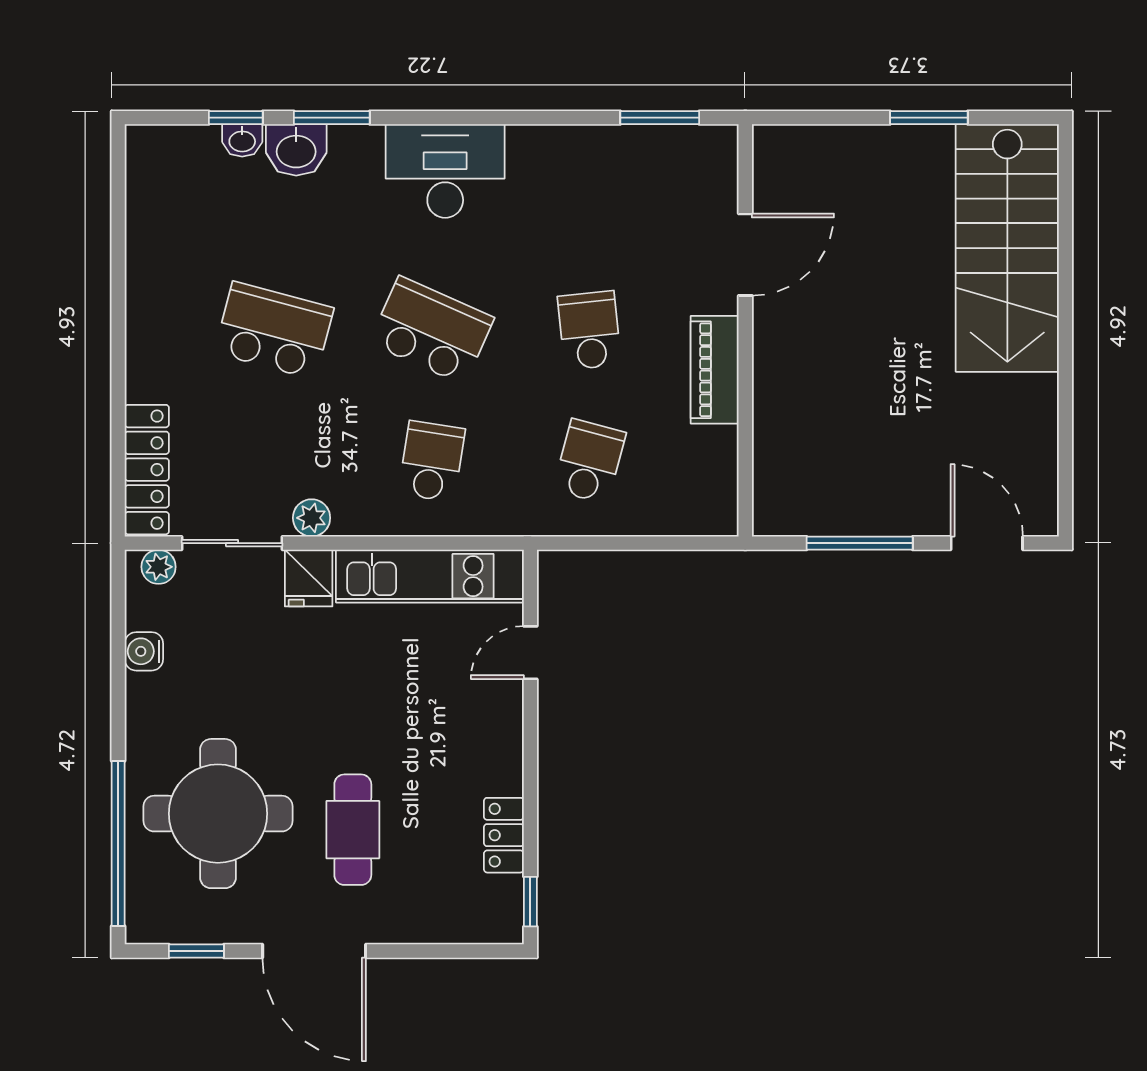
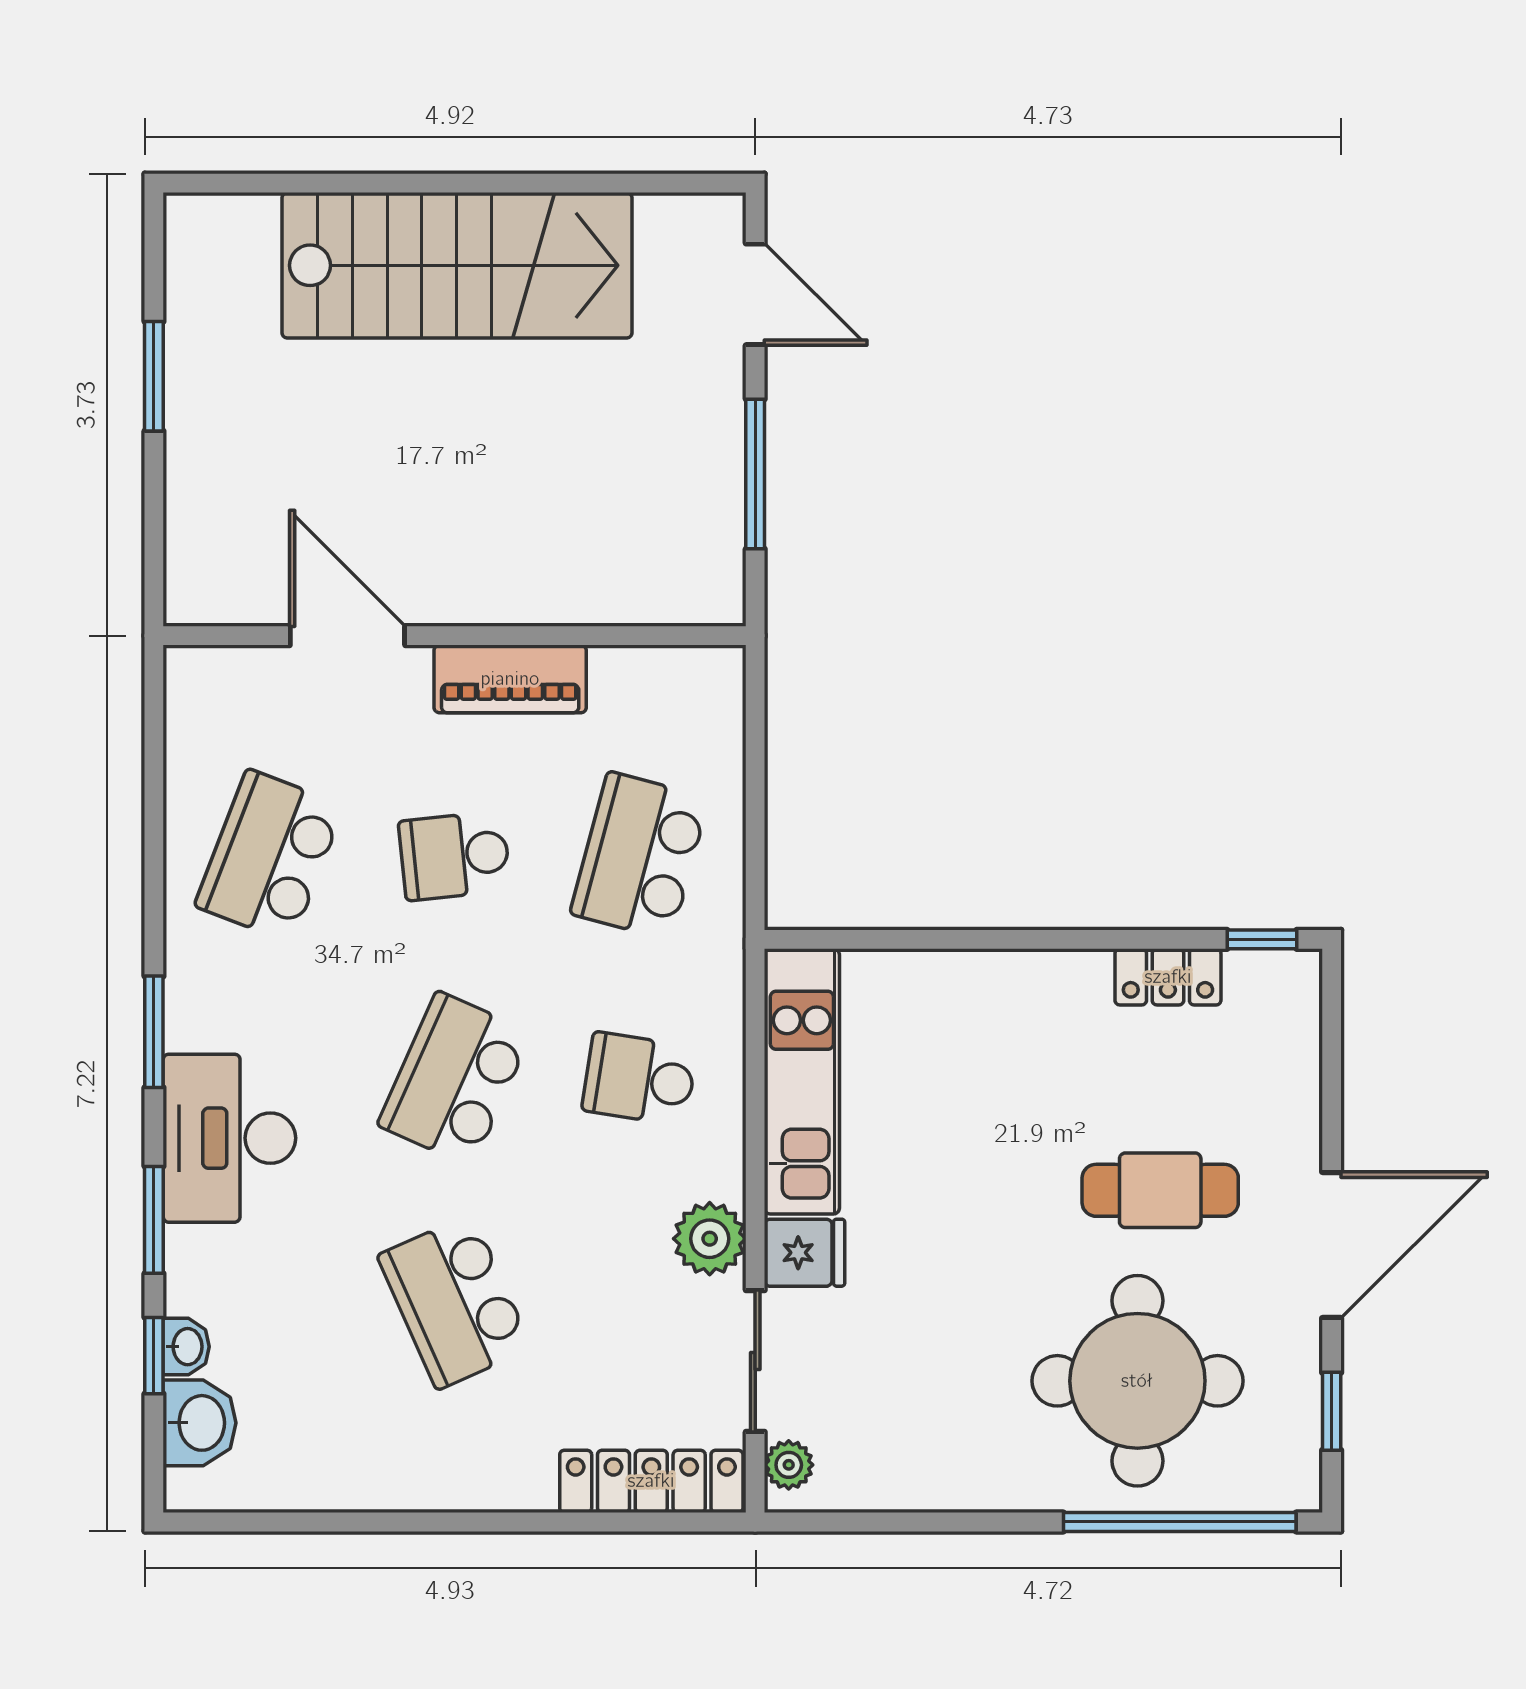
window: (660, 118) -> (154, 1032), moved
washbasin: (296, 150) -> (200, 1423), moved
desk: (445, 171) -> (229, 1138), moved
school desk: (589, 199) -> (270, 856), added
stairs: (1007, 248) -> (457, 265), moved
school desk: (274, 330) -> (455, 1302), turned -39
school desk: (589, 461) -> (640, 856), width x1.85
plant: (312, 518) -> (710, 1239), width x1.38, depth x1.38
door: (987, 543) -> (755, 294), swing flipped
water cooler: (144, 651) -> (908, 1486), removed
door: (530, 653) -> (910, 939), removed

